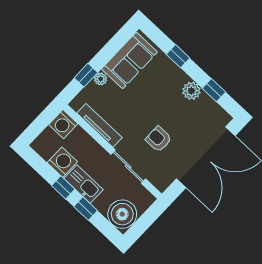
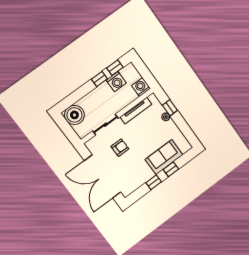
sofa: (129, 60) -> (164, 157), moved, turned 90
window: (214, 90) -> (154, 182), moved
plant: (191, 91) -> (147, 174), removed
kitchen sink: (83, 184) -> (99, 93), removed
window: (86, 209) -> (115, 68), moved

